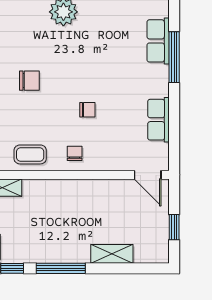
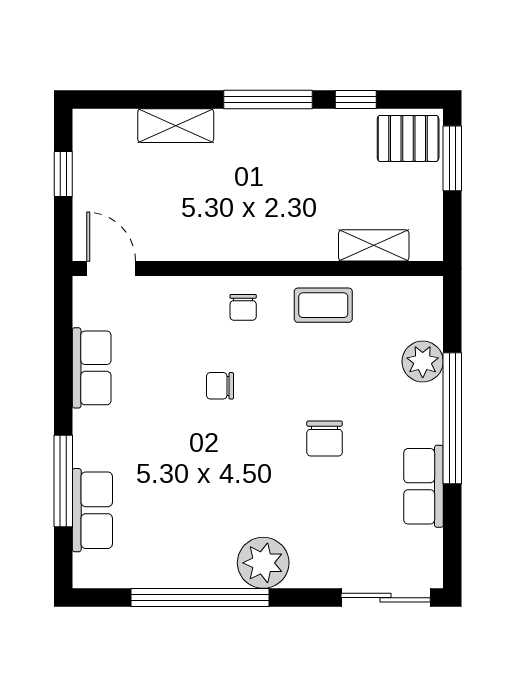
chair: (29, 81) -> (325, 438), turned -90

